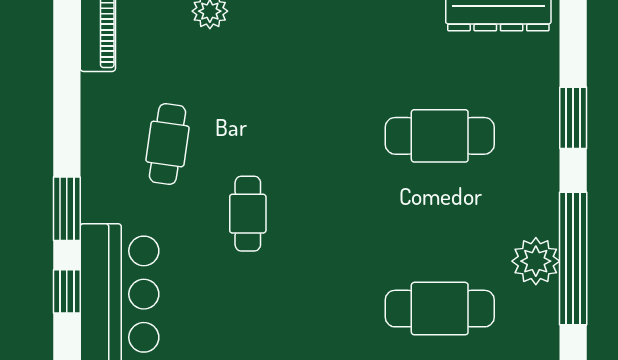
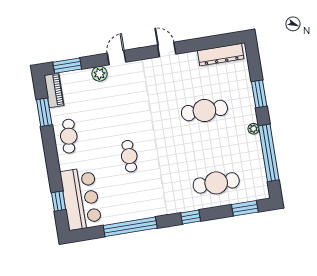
cafe table: (168, 144) -> (69, 136), moved
window: (67, 209) -> (44, 112), moved
plant: (536, 261) -> (253, 129), moved, width x0.53, depth x0.53

